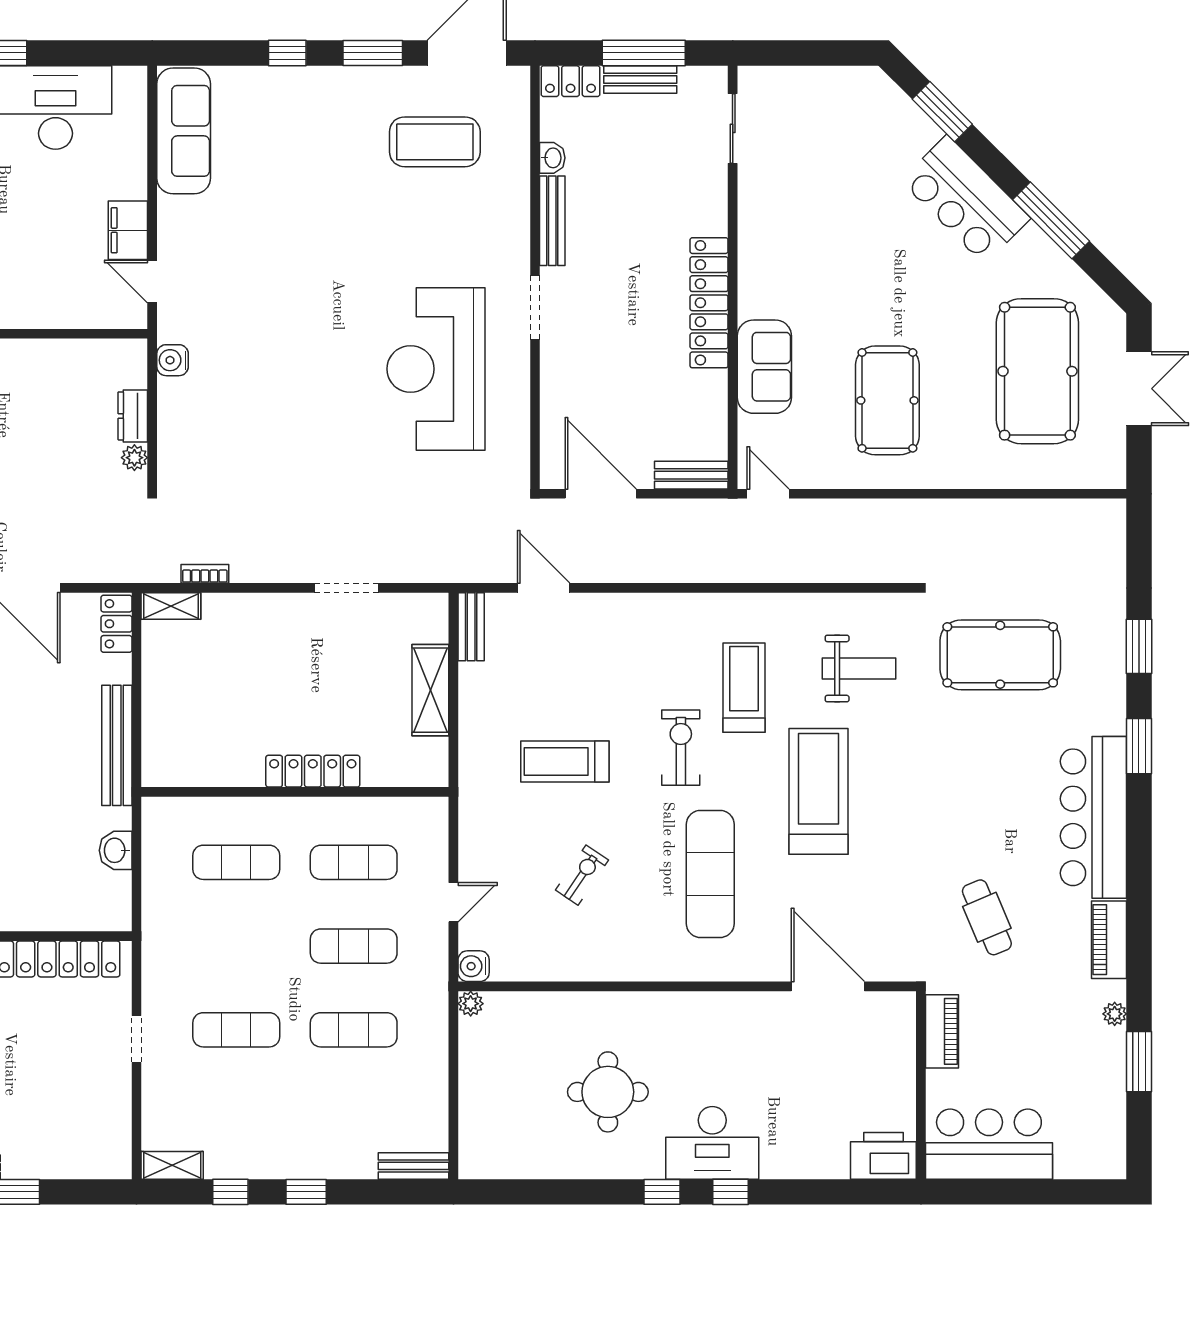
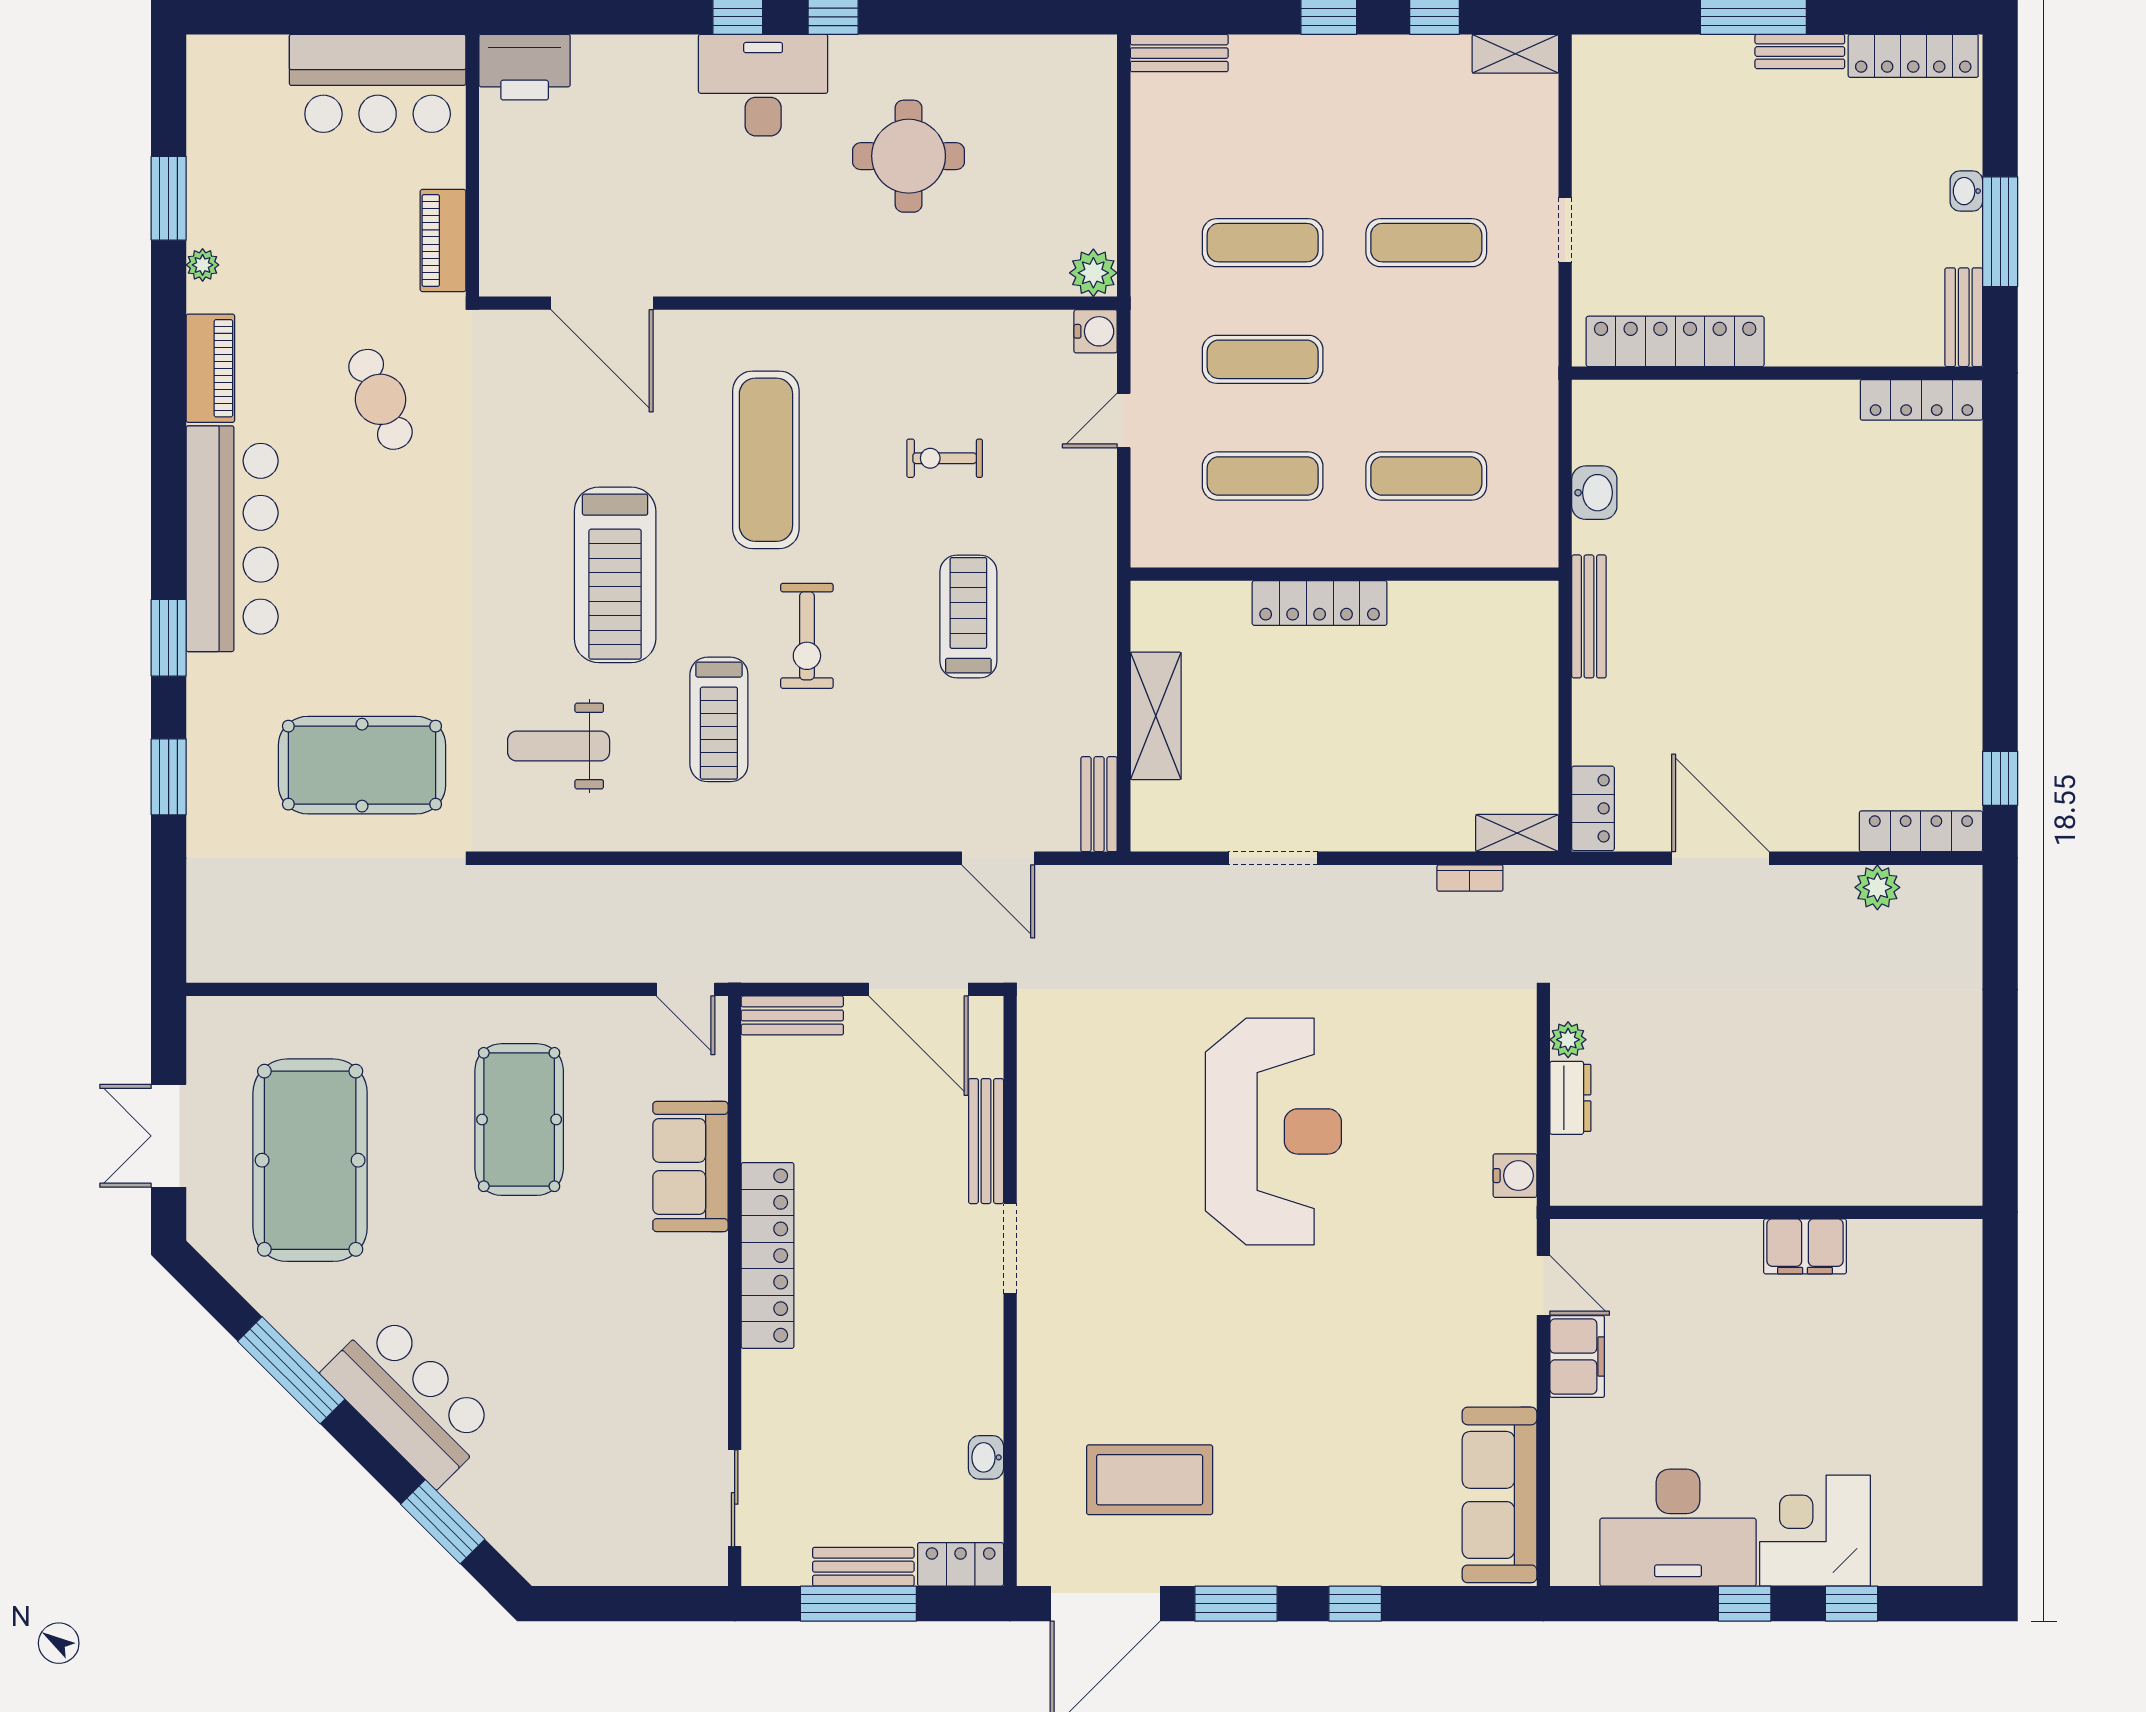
bench: (552, 221) -> (986, 1141), moved
reception desk: (436, 369) -> (1273, 1131), moved
bench: (117, 745) -> (1589, 616), width x0.73, depth x0.82
treadmill: (565, 761) -> (968, 616), turned -90
exercise bike: (582, 875) -> (945, 458), turned 56
plant: (471, 1004) -> (1093, 273), width x1.38, depth x1.38

